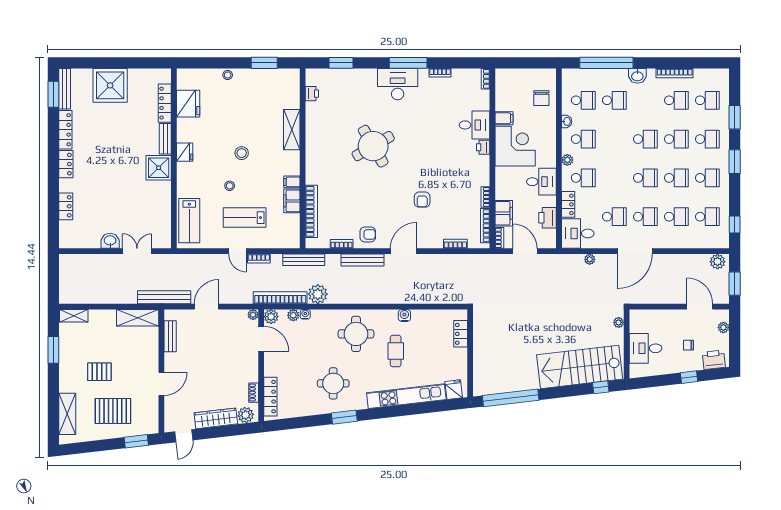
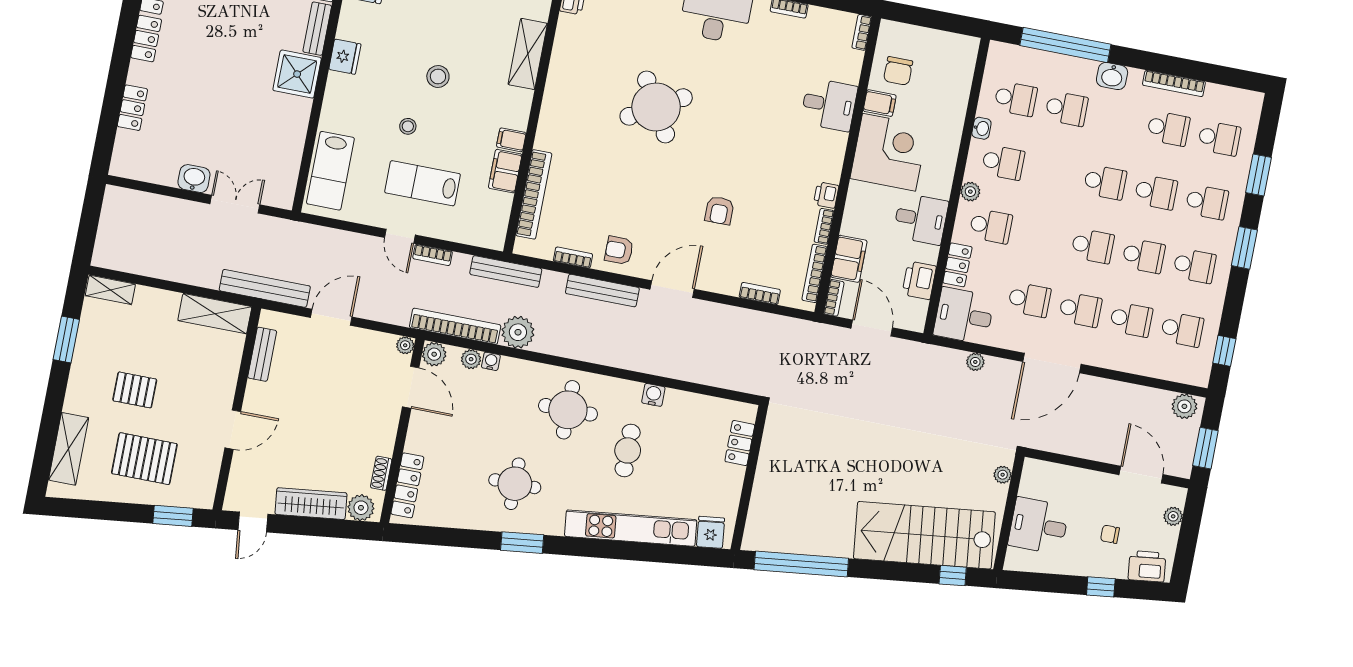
chair: (541, 98) -> (898, 71), moved
printer: (483, 147) -> (826, 195), moved
armchair: (368, 234) -> (619, 250), turned 180

